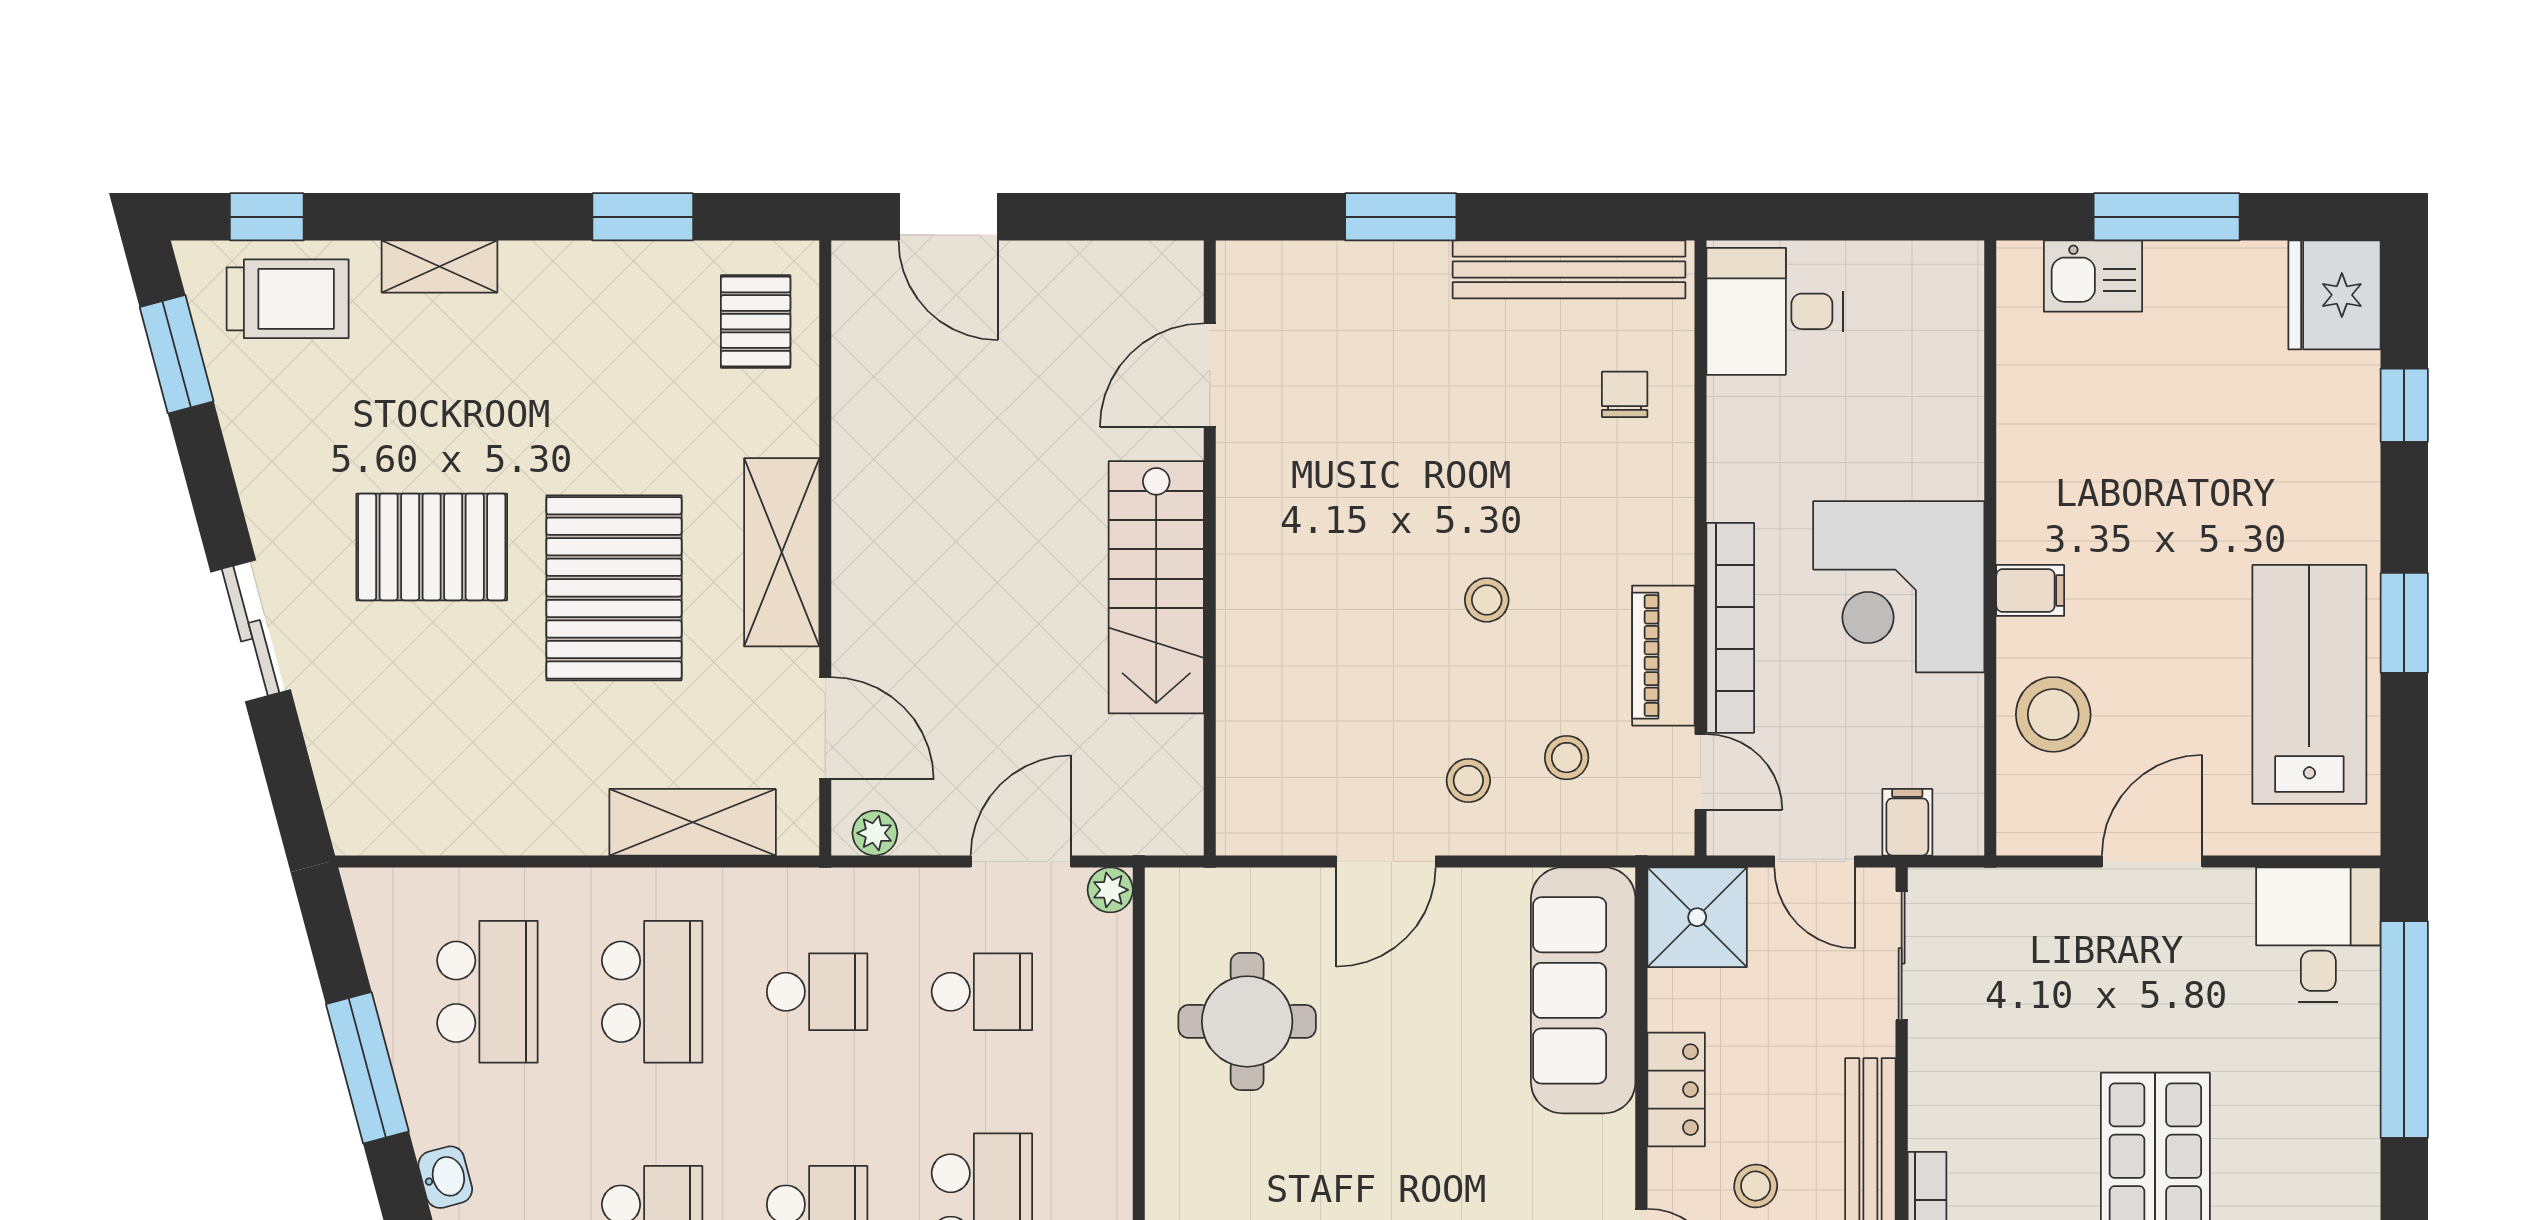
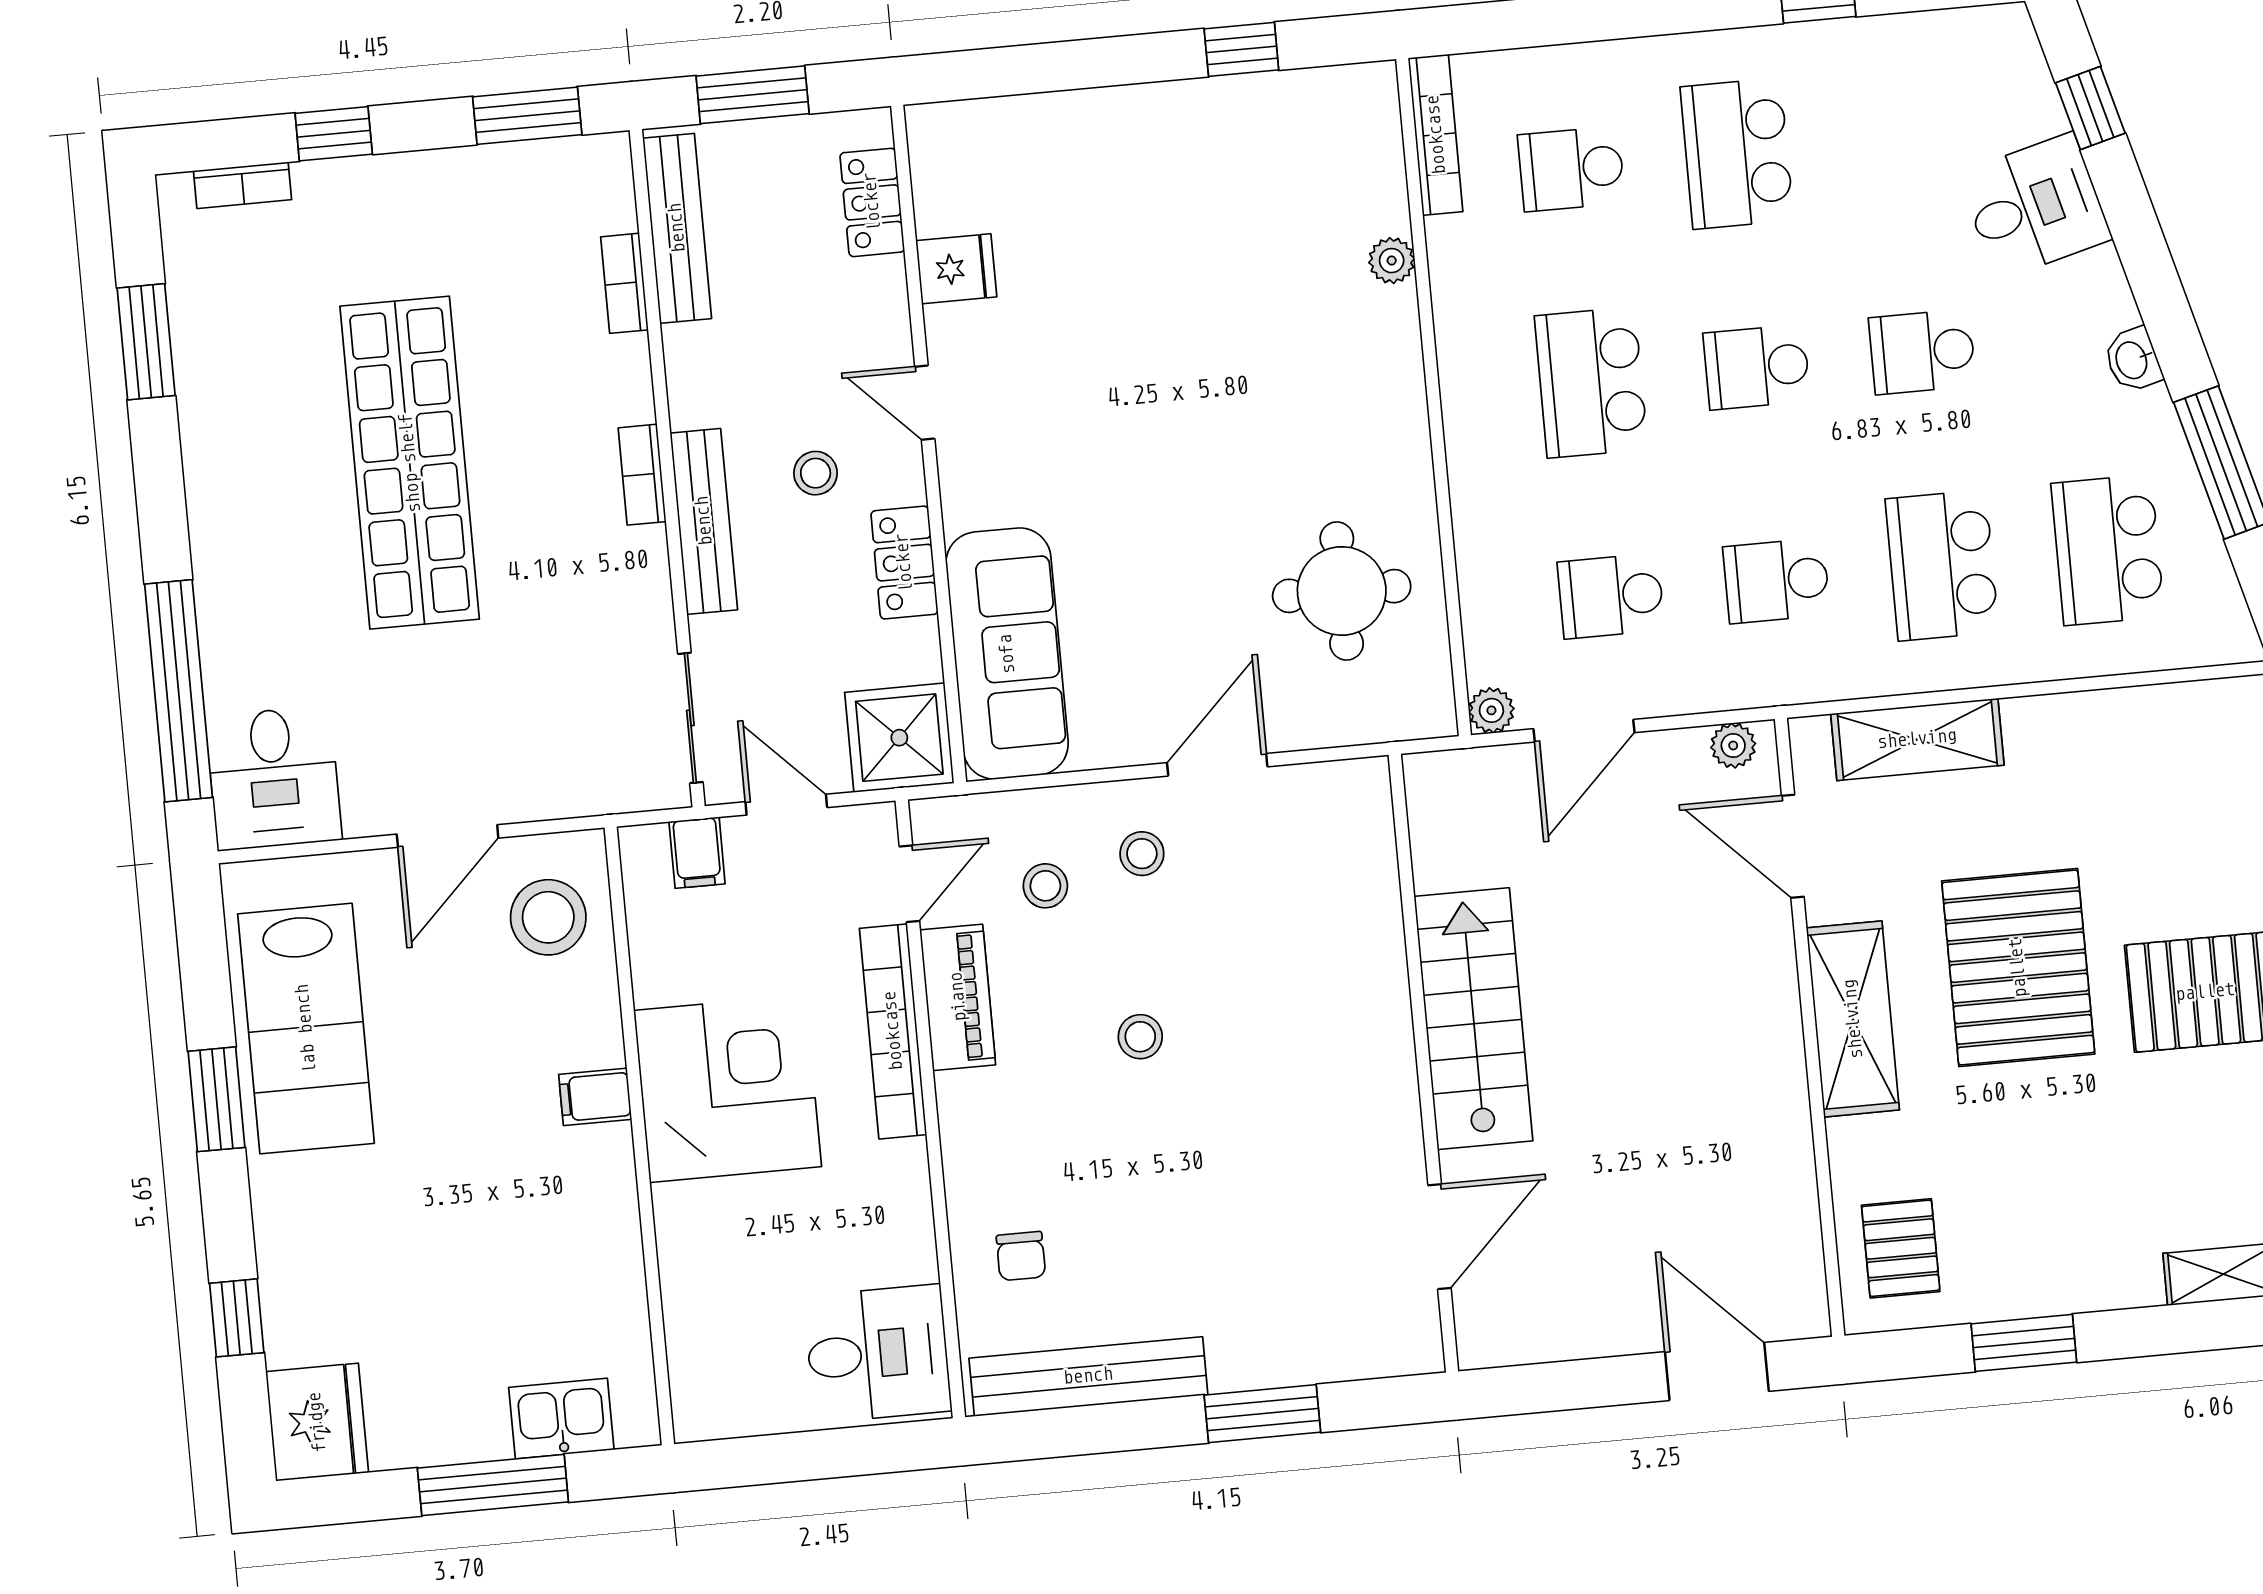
stool: (2053, 714) -> (548, 917), moved
door: (1701, 772) -> (909, 884), swing flipped

